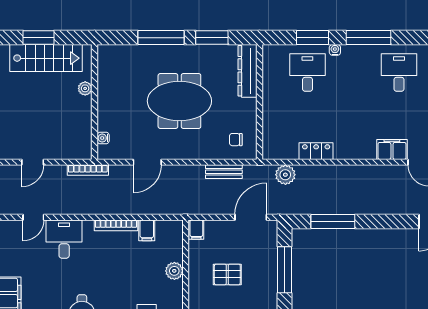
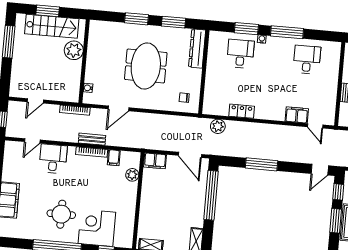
window: (161, 38) -> (137, 19), width x0.69
plant: (85, 88) -> (74, 50), width x1.87, depth x1.87
meeting table: (179, 101) -> (146, 66), turned 90
bench: (224, 172) -> (92, 139), moved
door: (251, 217) -> (190, 155), swing flipped
window: (333, 221) -> (261, 164), moved
filing cabinet: (196, 230) -> (155, 161), width x2.00
window: (284, 270) -> (211, 195), width x1.46
plant: (174, 271) -> (132, 175), moved
pallet: (227, 274) -> (169, 195), removed

